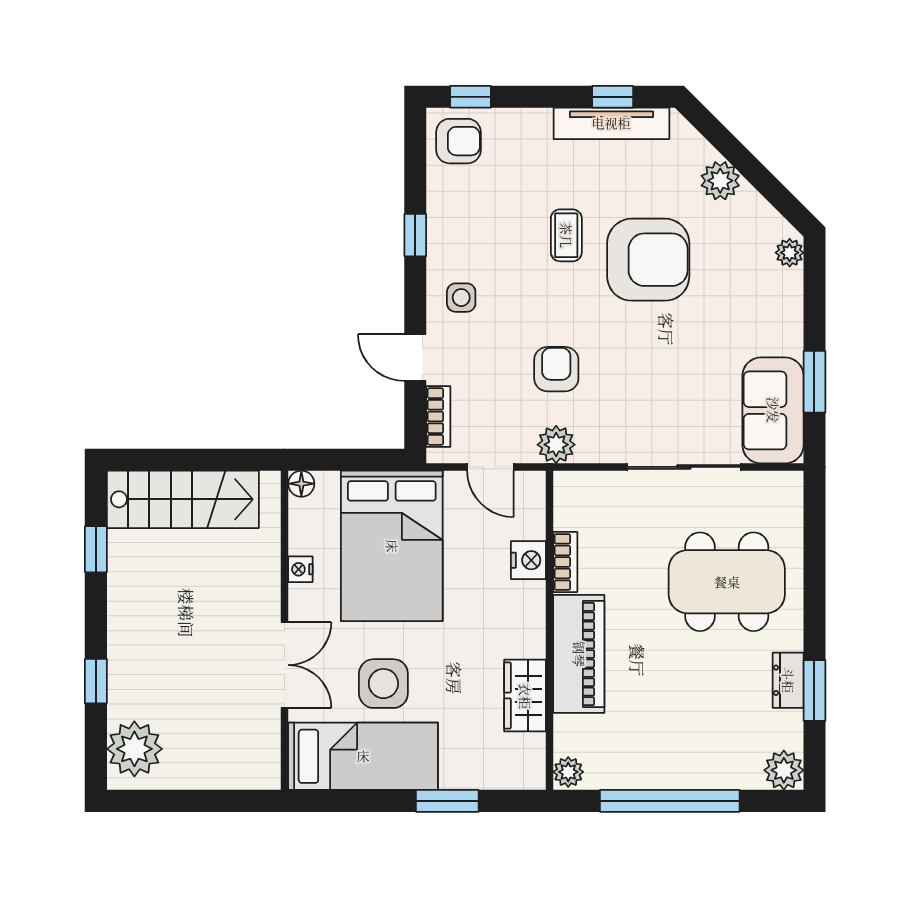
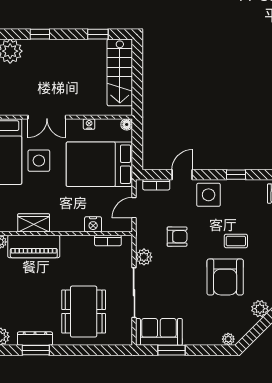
side table: (461, 298) -> (209, 195), width x1.87, depth x1.87
plant: (556, 445) -> (144, 257), moved
bookcase: (565, 562) -> (108, 241), moved
piano: (579, 654) -> (34, 246), moved
dresser: (788, 680) -> (35, 339), width x1.44

